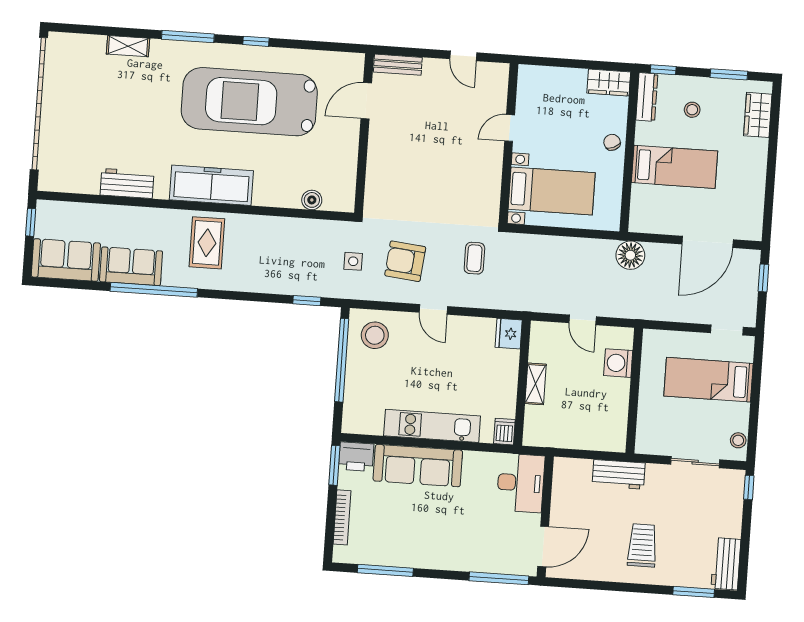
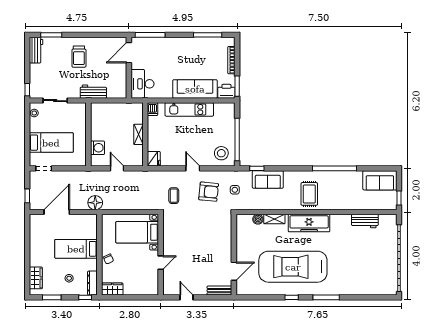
shelving: (128, 46) -> (274, 219), moved
car: (249, 102) -> (293, 267), turned 180
workbench: (127, 183) -> (365, 221), moved
sofa: (131, 266) -> (268, 179), moved

